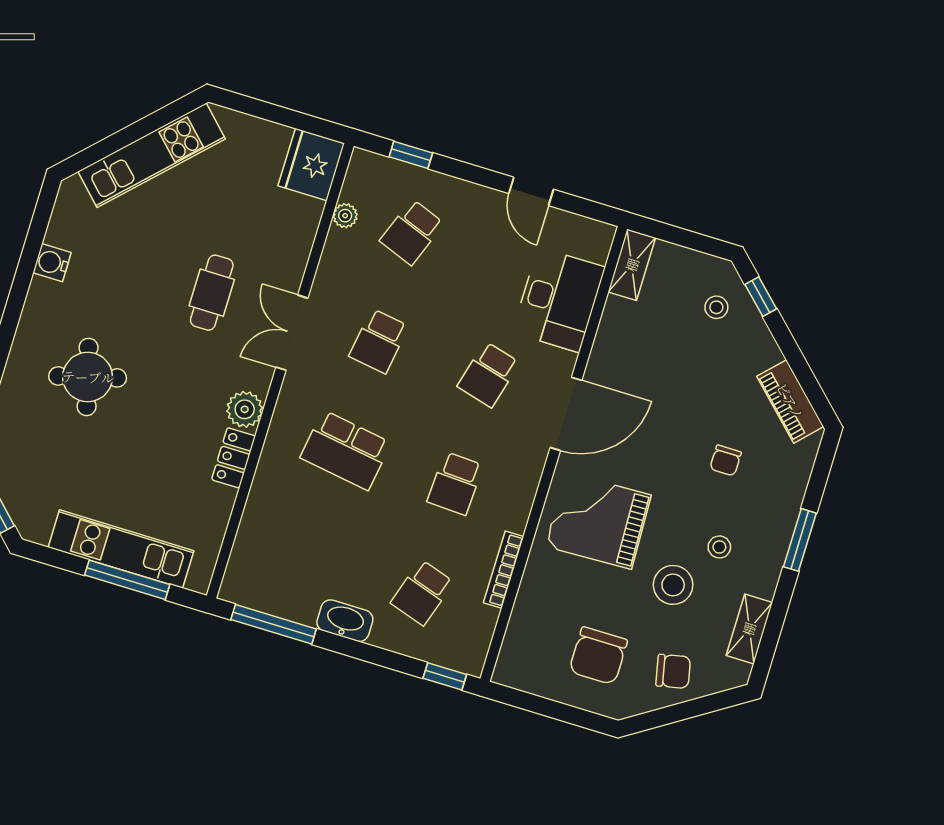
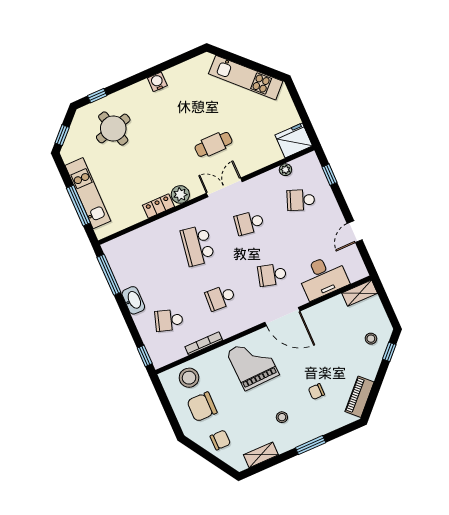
water cooler: (52, 263) -> (157, 82), moved
round table: (88, 377) -> (113, 128), moved
stool: (673, 585) -> (189, 378), moved
chair: (673, 671) -> (220, 440), turned -78

